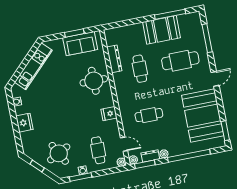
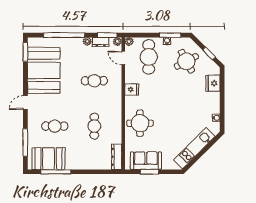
booth: (162, 30) -> (49, 159), moved
dresser: (114, 59) -> (117, 157), moved
cafe table: (180, 61) -> (55, 126), width x0.73, depth x0.74
fridge: (24, 123) -> (213, 83), moved
cafe table: (98, 150) -> (149, 57), width x1.37, depth x1.35

